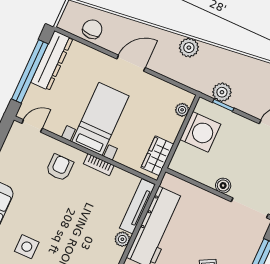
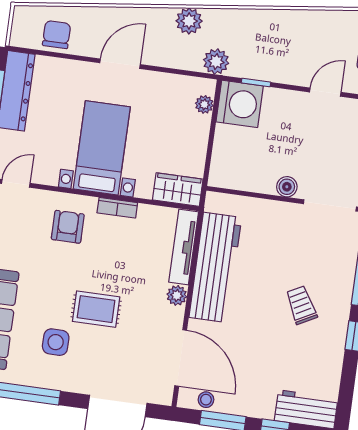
plant: (222, 92) -> (216, 62), moved
washing machine: (200, 132) -> (240, 104), moved
wardrobe: (157, 156) -> (178, 190), moved, turned 90
rug: (62, 232) -> (96, 309), added

